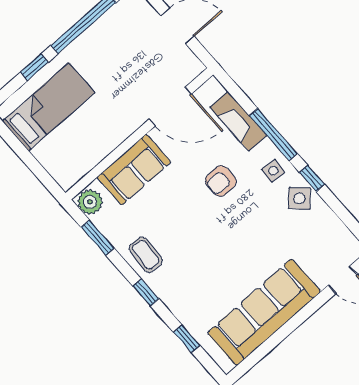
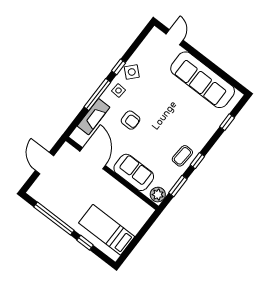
window: (146, 292) -> (197, 161), moved

